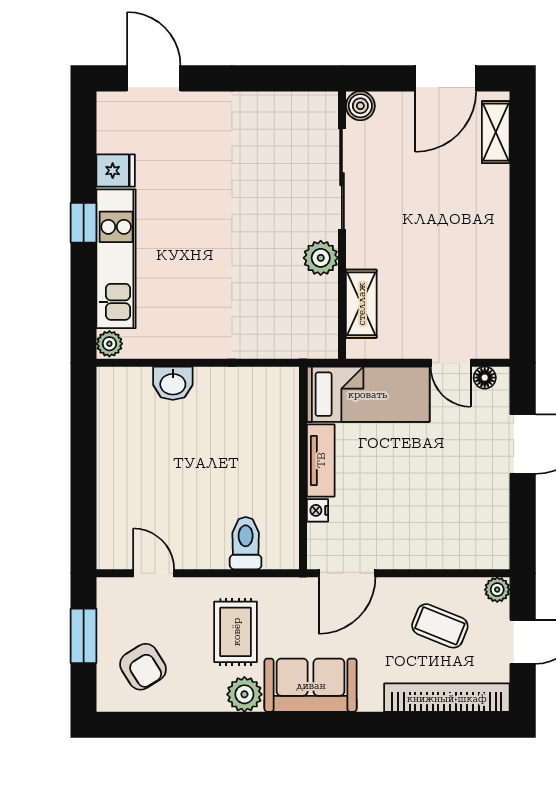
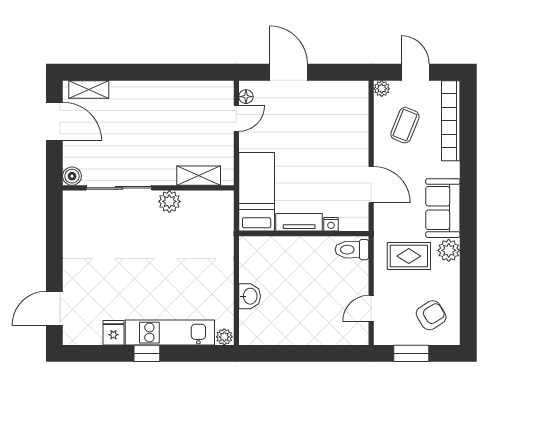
bed: (368, 394) -> (257, 192), moved
tv unit: (321, 460) -> (299, 222), moved
wall: (303, 468) -> (304, 234), moved
nightstand: (318, 510) -> (331, 224), moved

